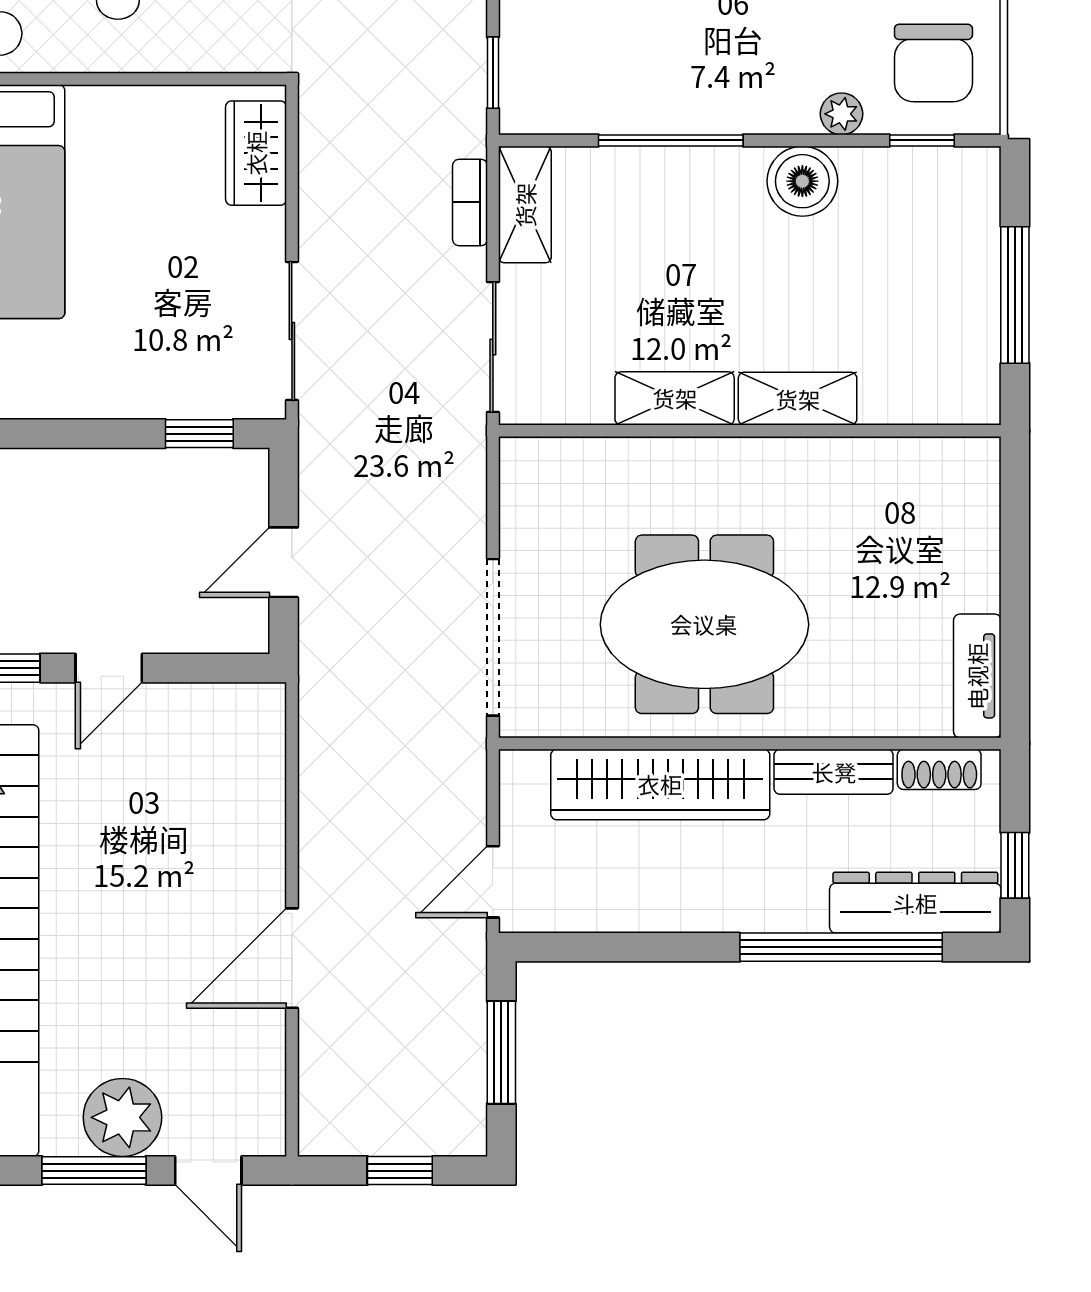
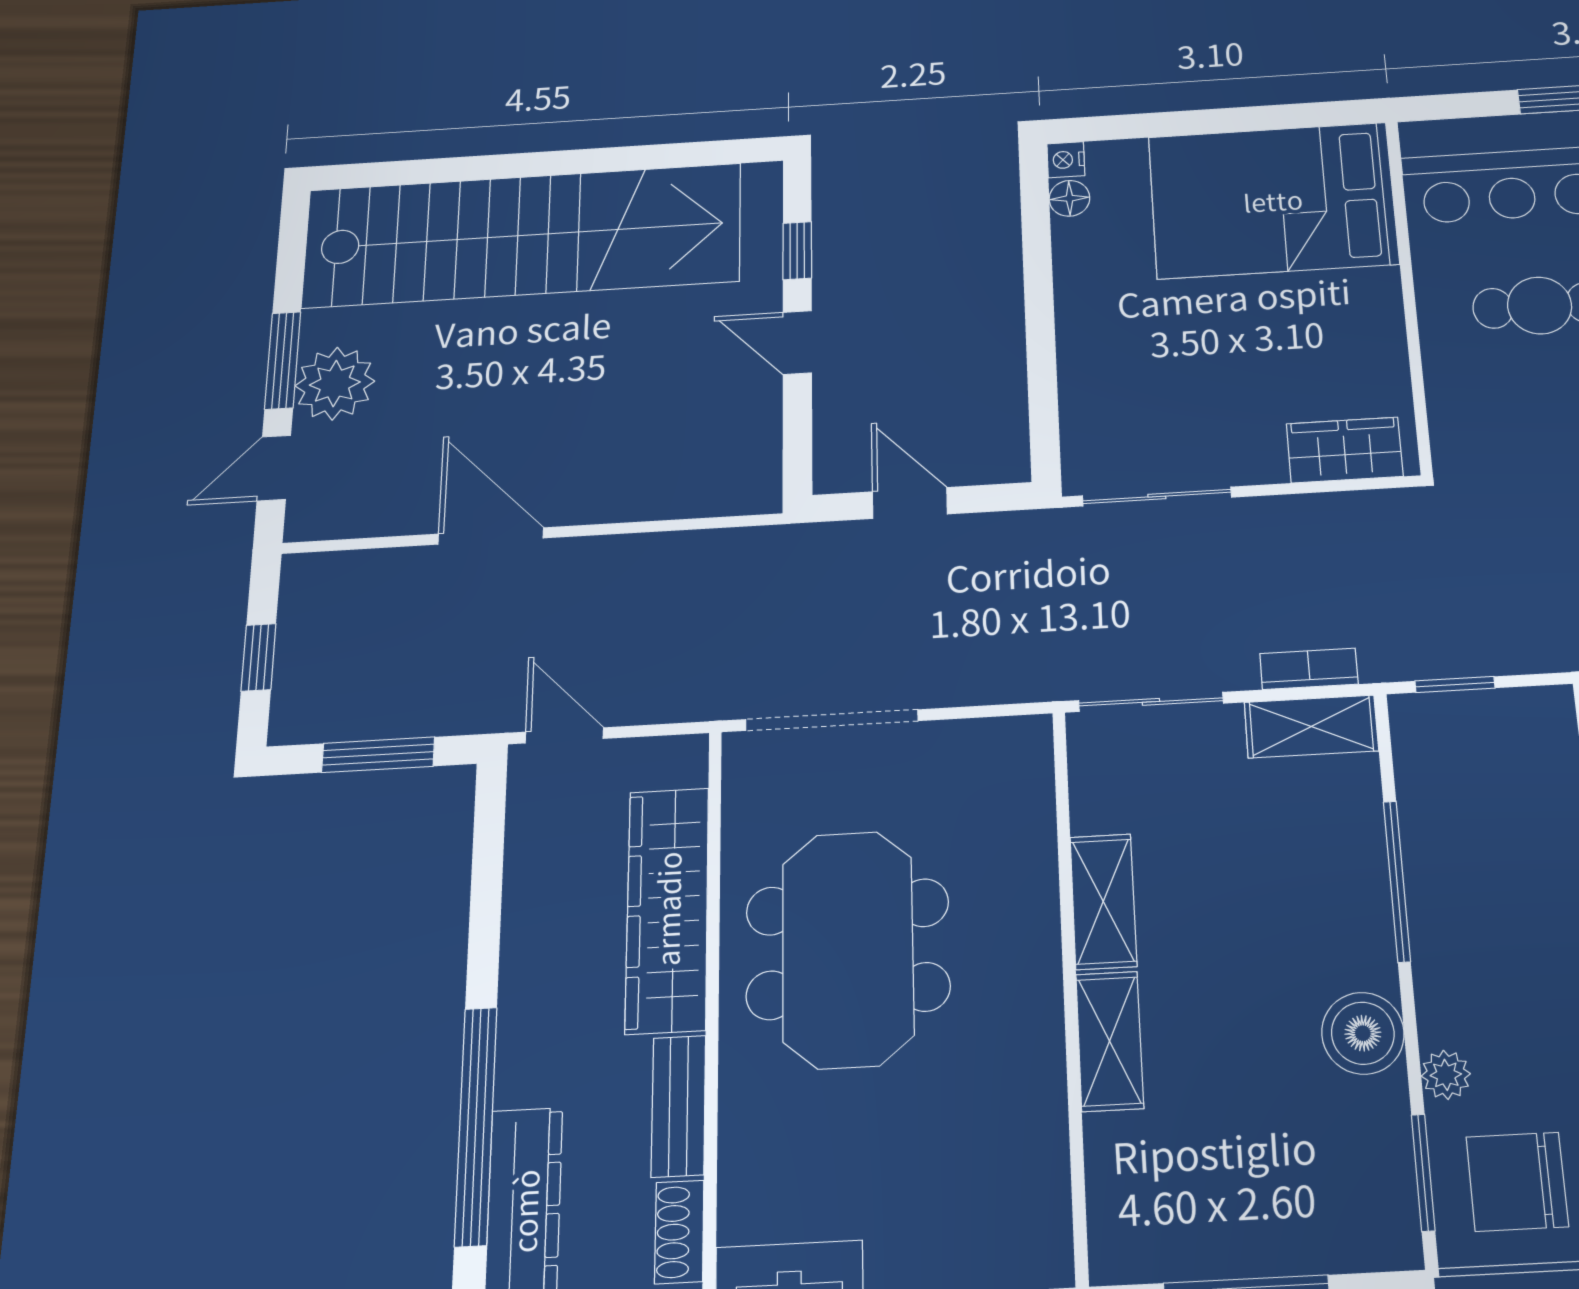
window: (922, 140) -> (1423, 1173), width x1.50
window: (199, 434) -> (1044, 413), removed

